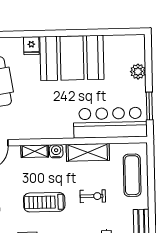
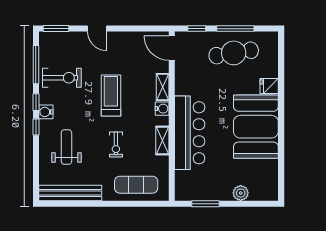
bar counter: (110, 123) -> (190, 133), moved
shelving: (88, 152) -> (162, 141), width x0.67, depth x0.75

